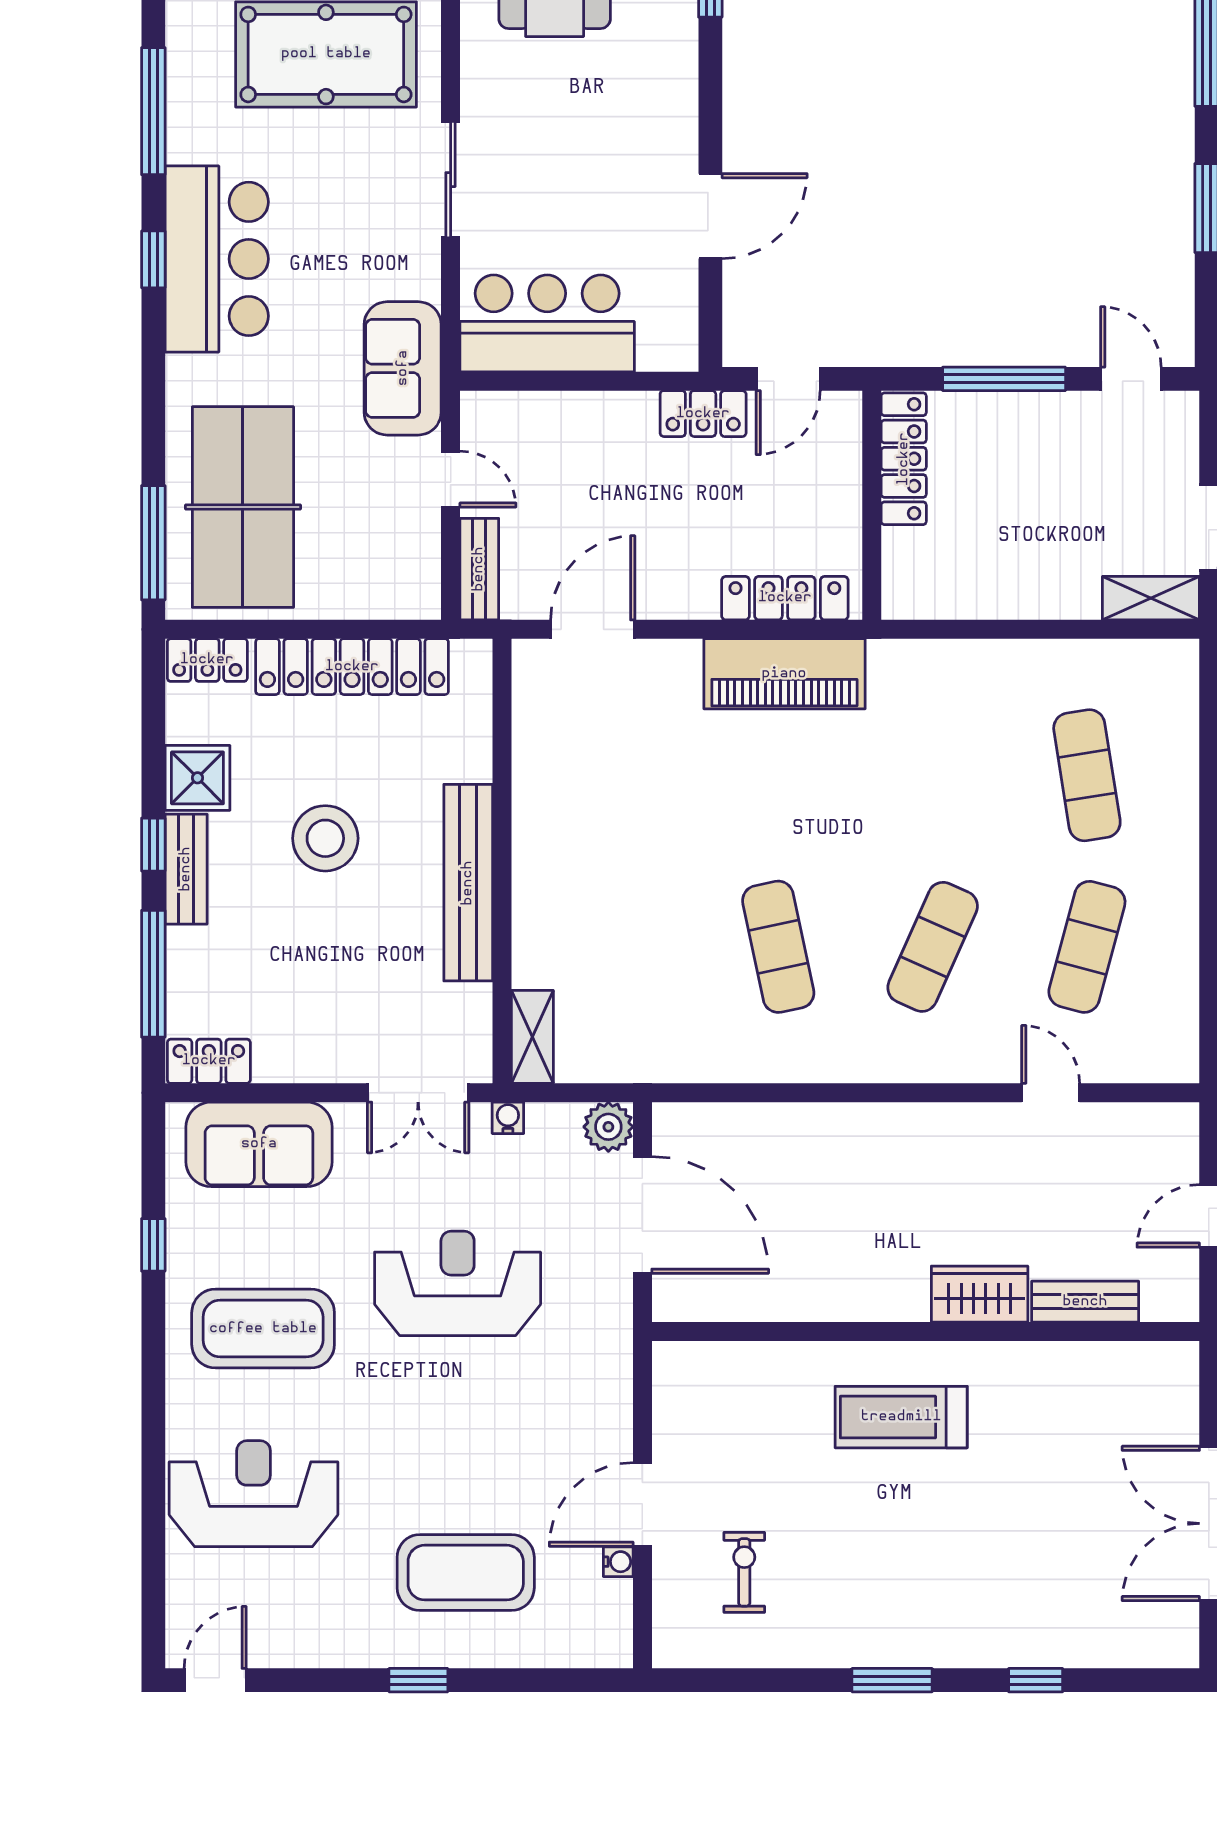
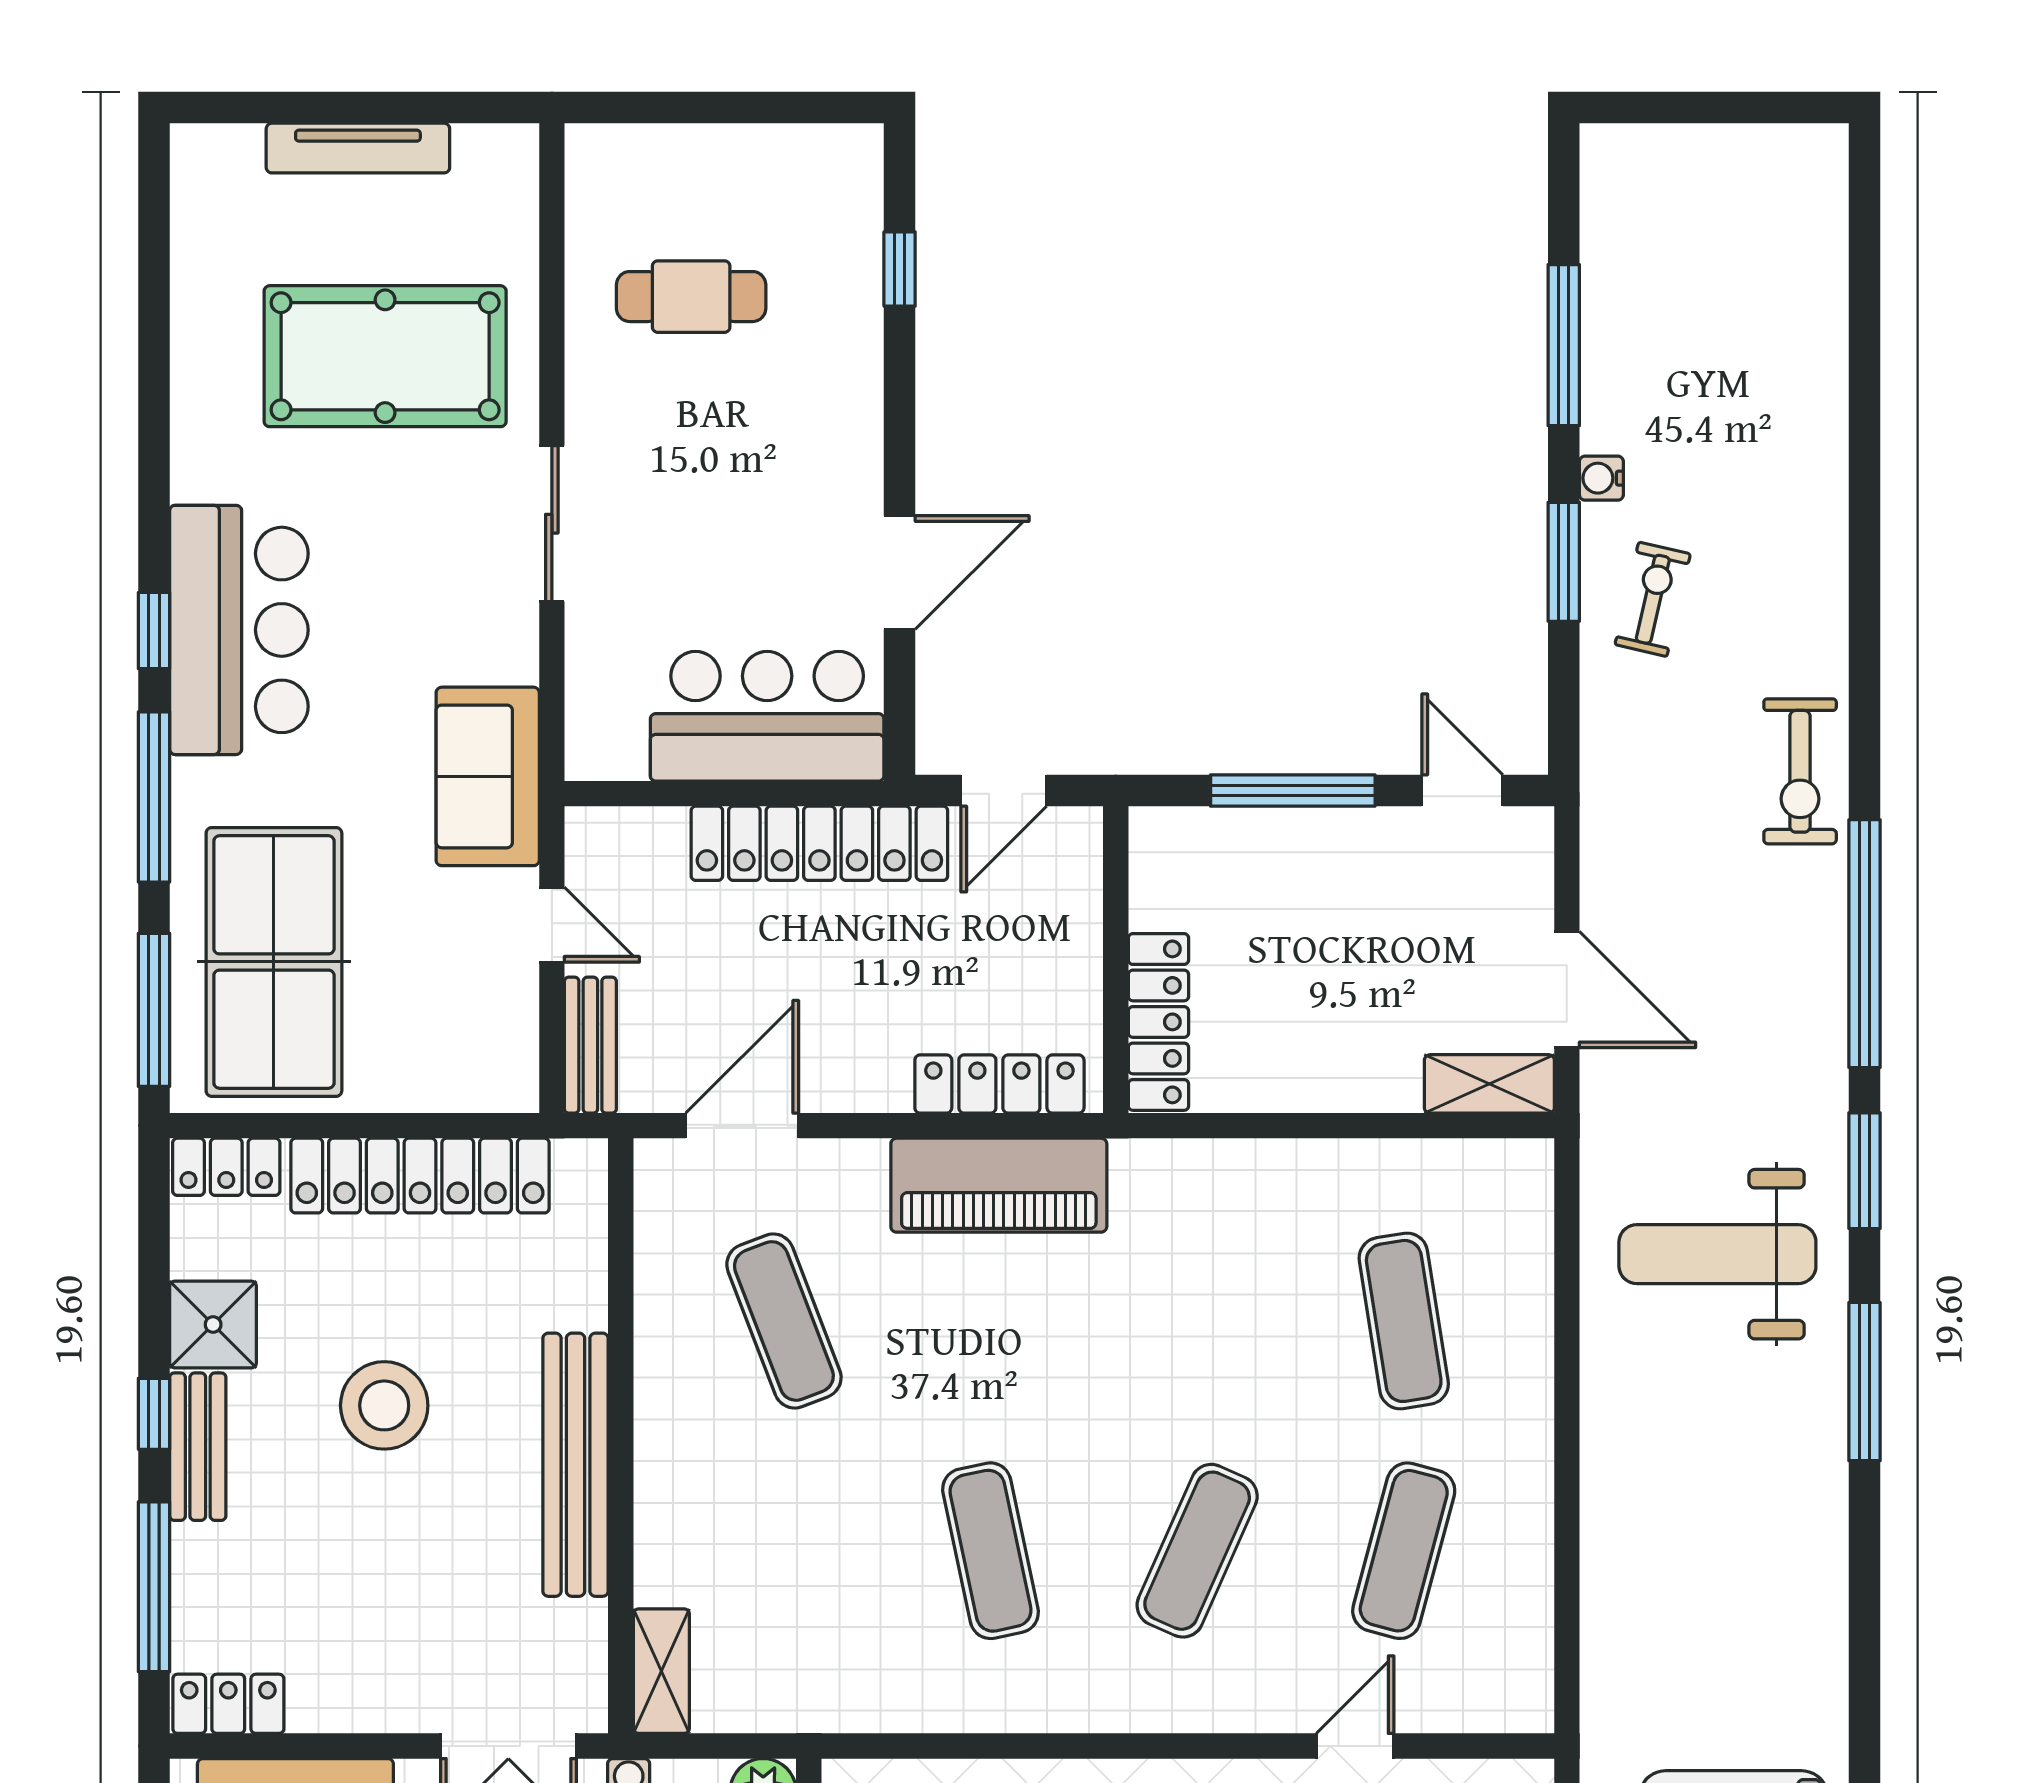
window: (153, 111) -> (154, 797), moved
bar counter: (547, 323) -> (767, 716), moved
locker: (703, 414) -> (819, 843), width x2.16, depth x1.21
locker: (904, 459) -> (1158, 1022), moved
exercise mat: (624, 775) -> (784, 1321), added
door: (1051, 1093) -> (1355, 1746), hinge flipped

